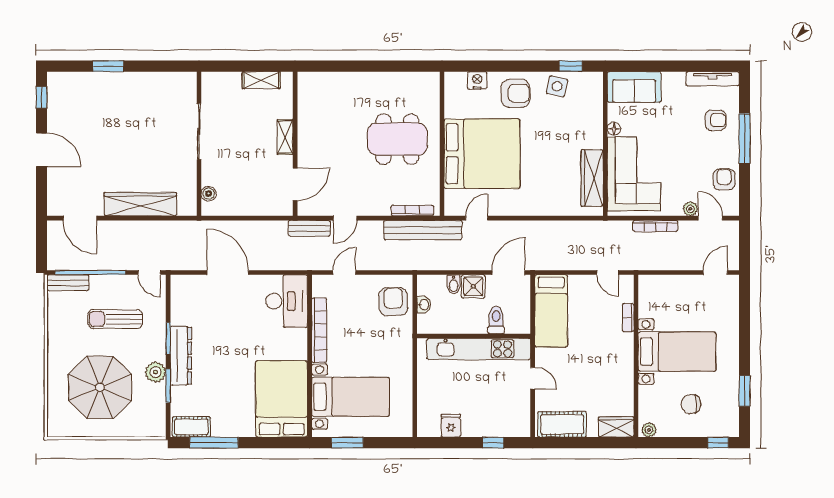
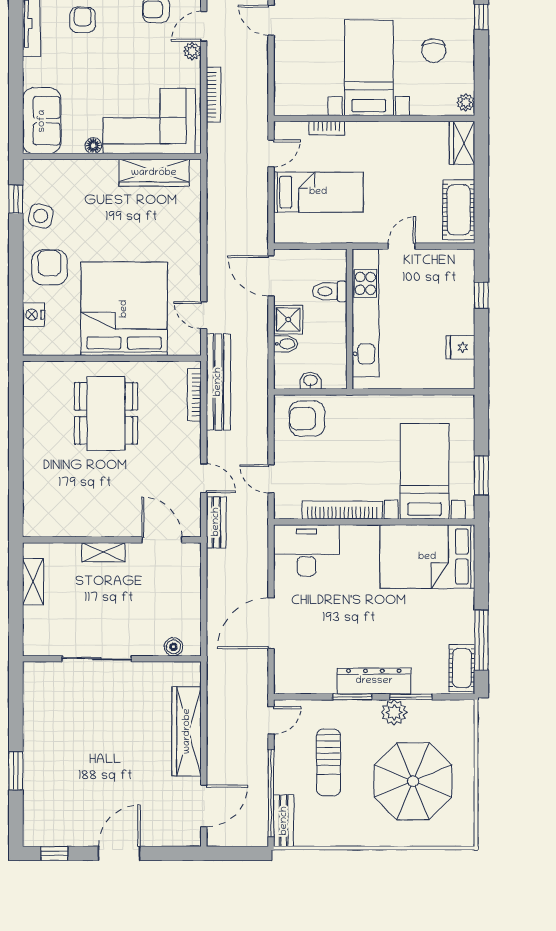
bed: (551, 311) -> (318, 192), moved

